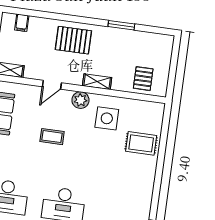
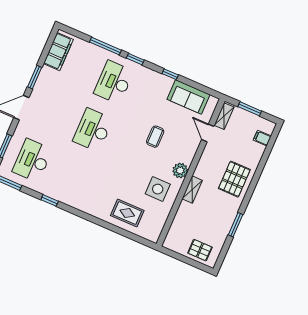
pallet: (143, 79) -> (200, 250), moved
door: (52, 85) -> (208, 133), moved
rug: (141, 143) -> (127, 213), turned 90

